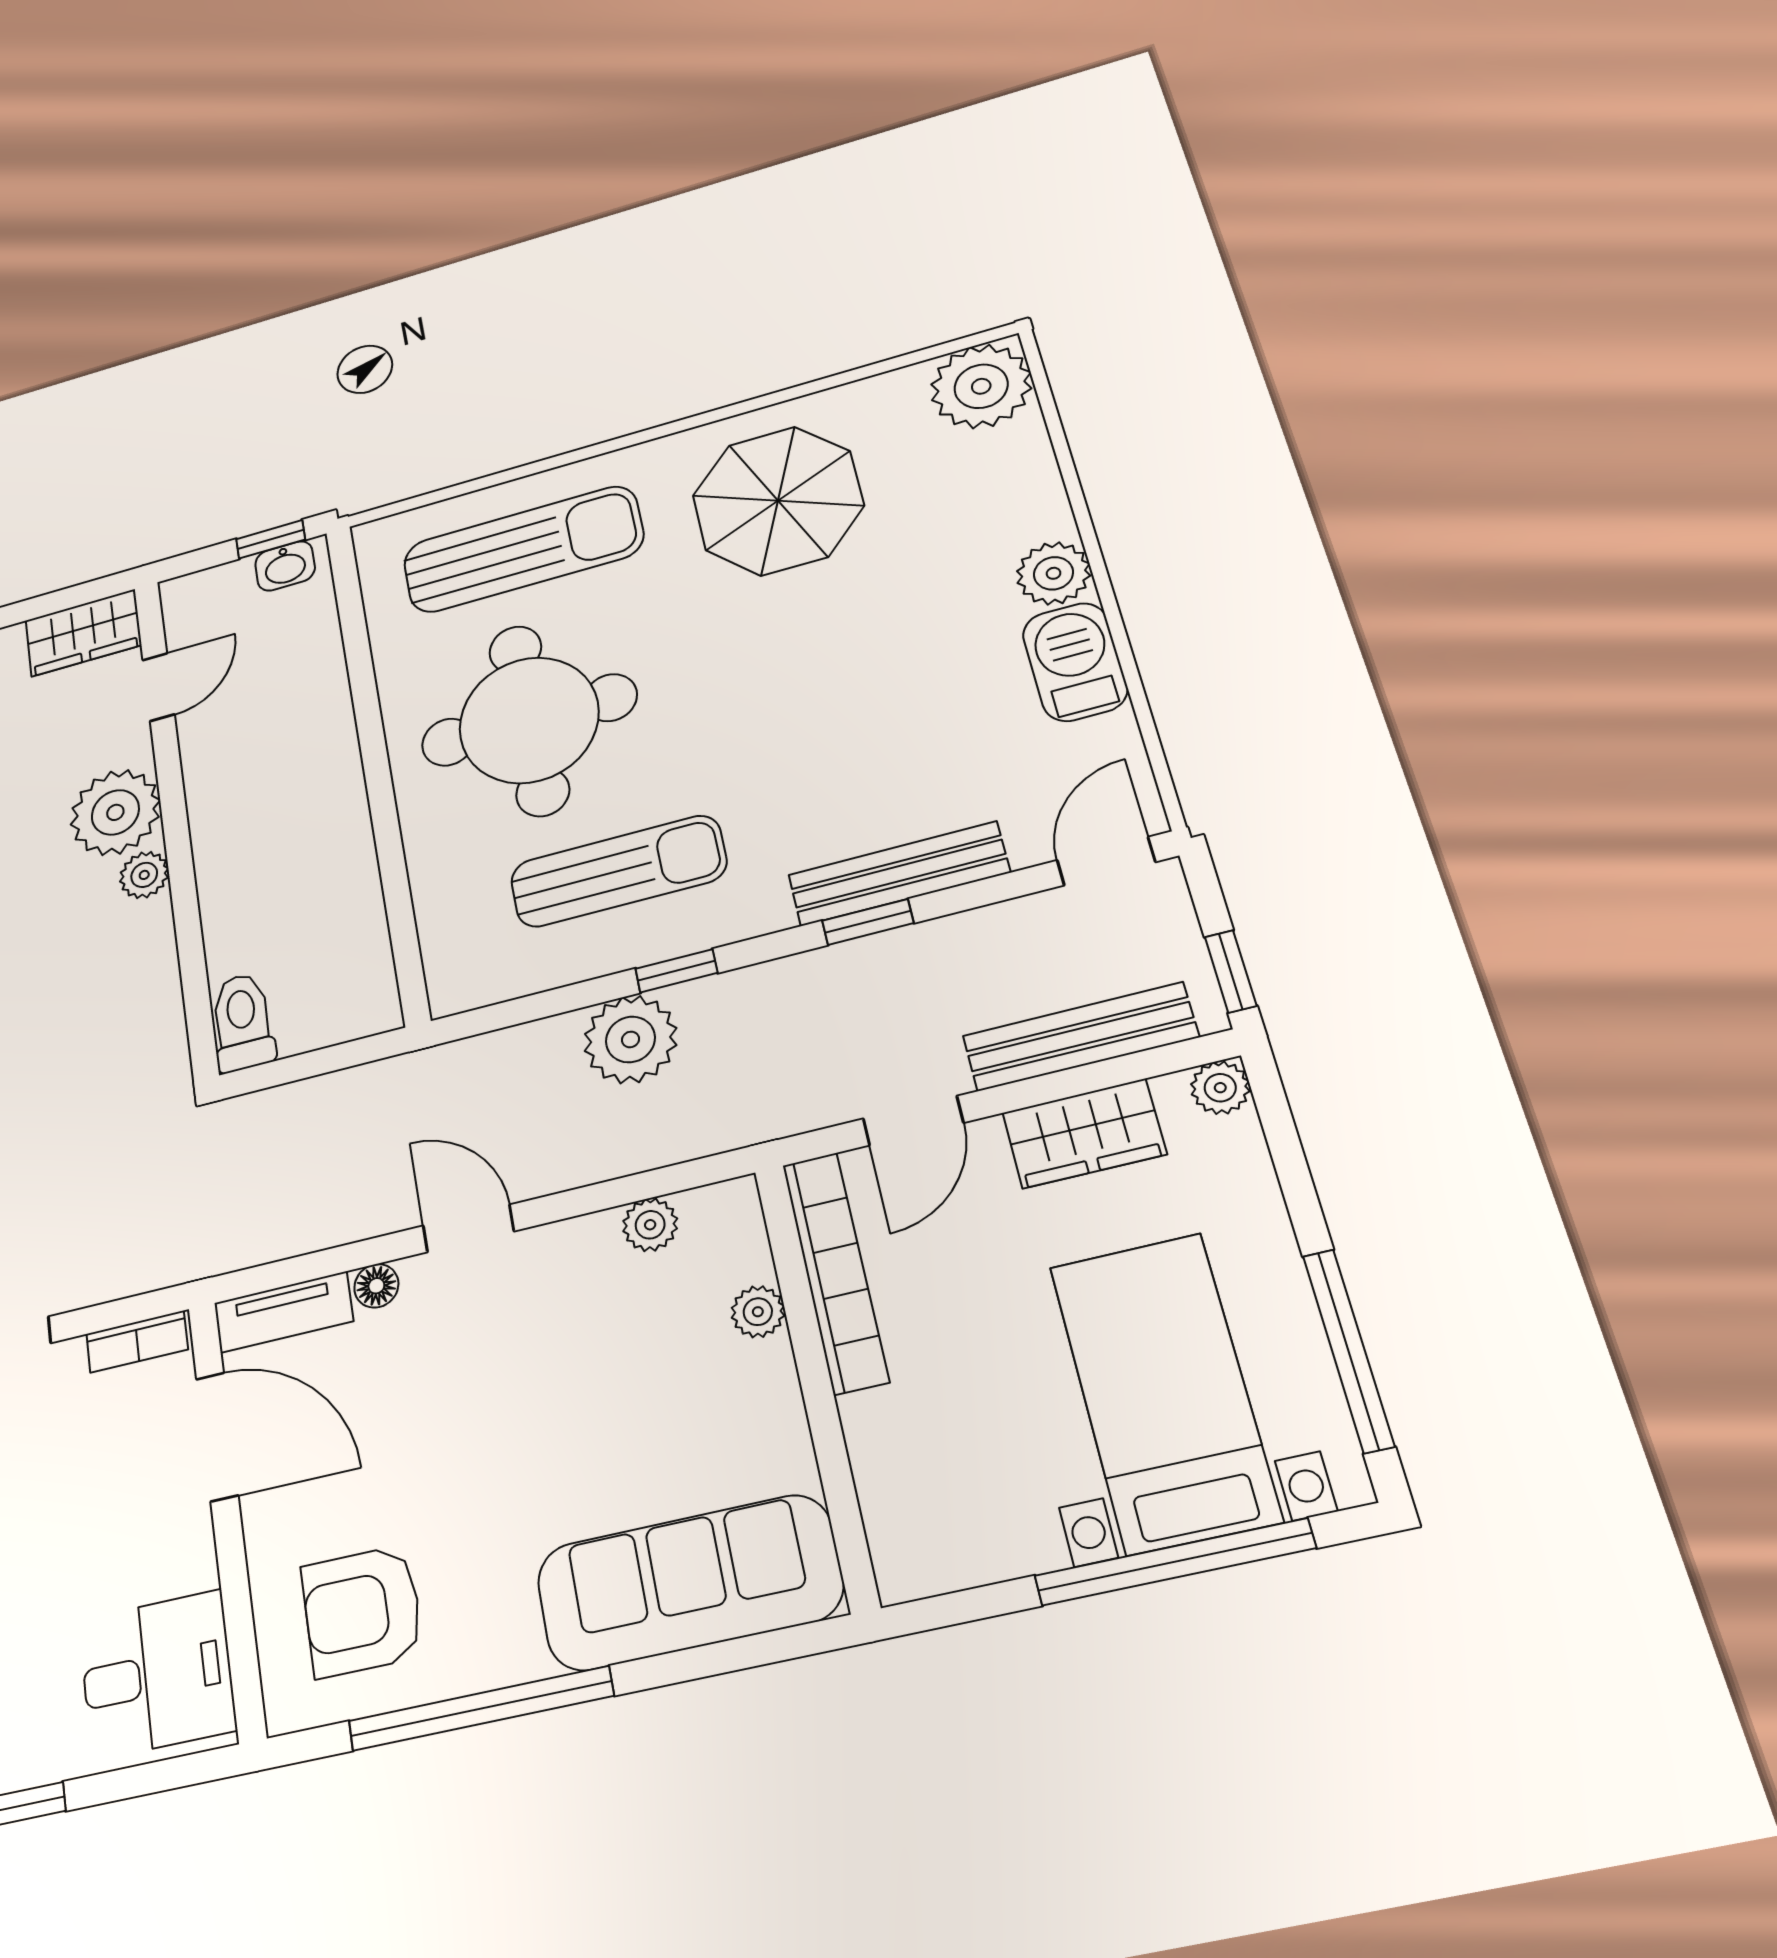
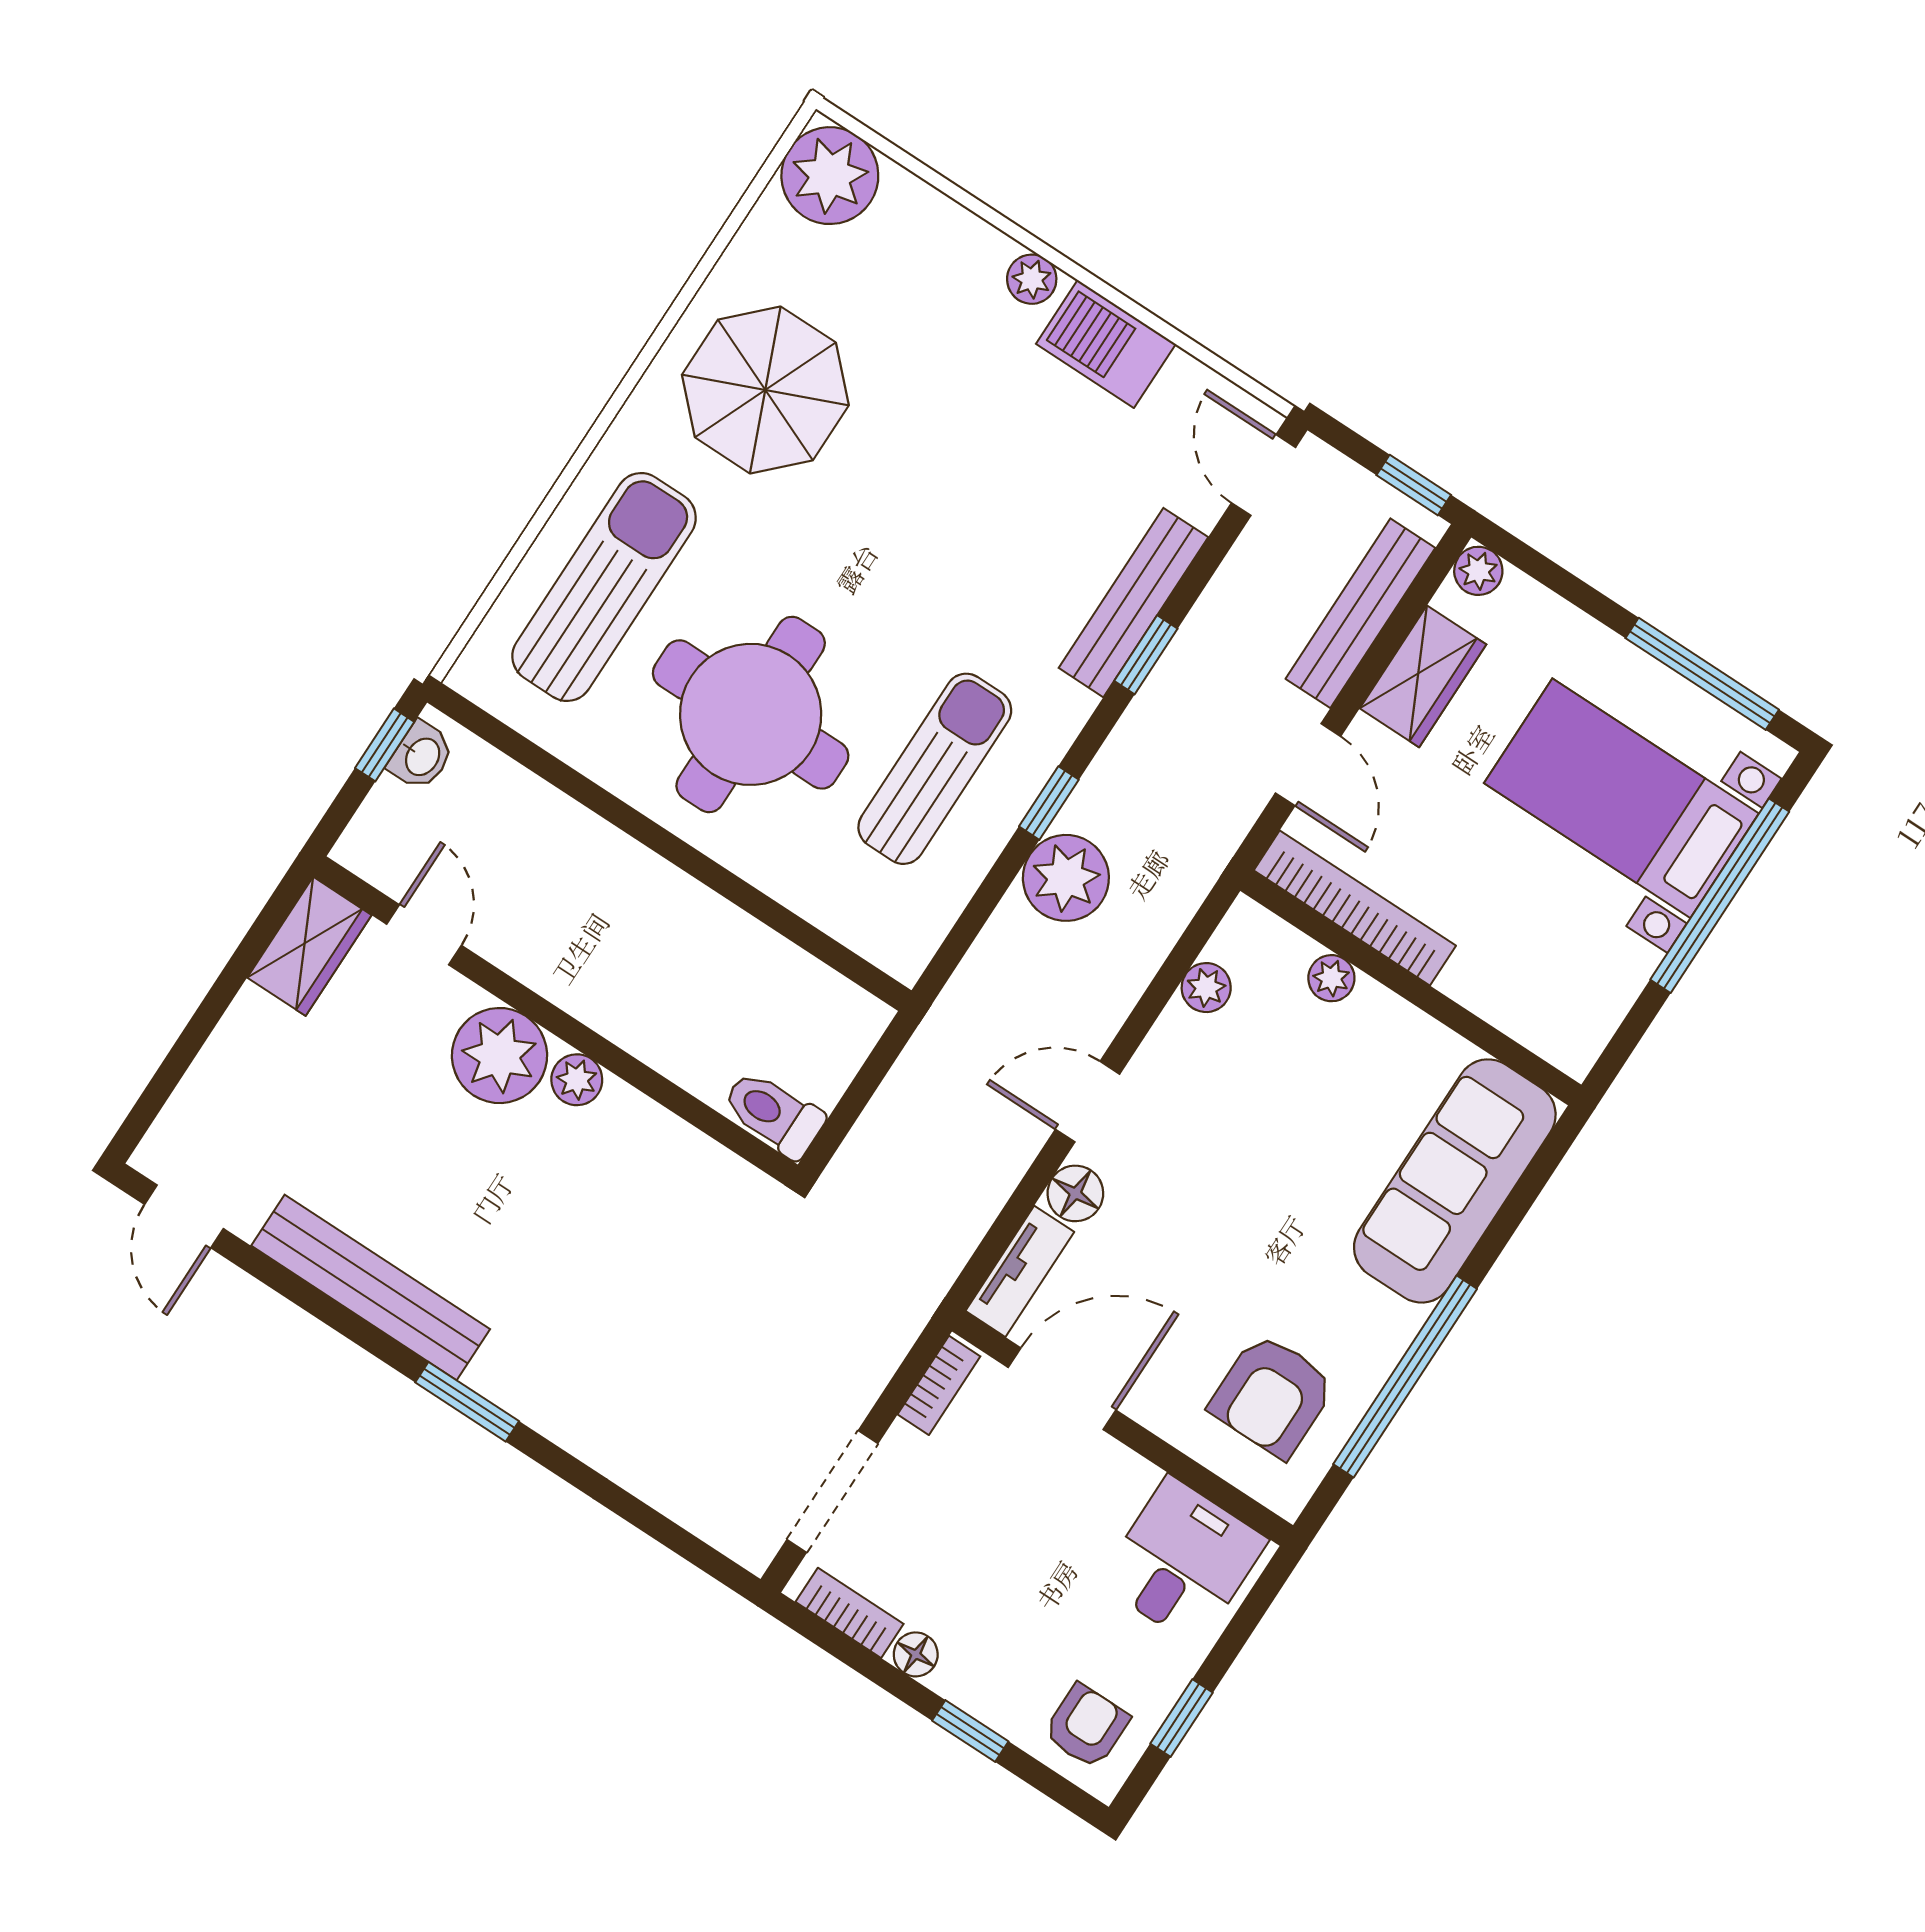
plant: (1054, 573) -> (1032, 279), width x0.73, depth x0.73
floor lamp: (376, 1286) -> (1075, 1193), width x1.37, depth x1.37

